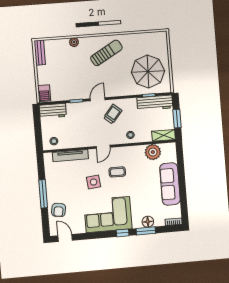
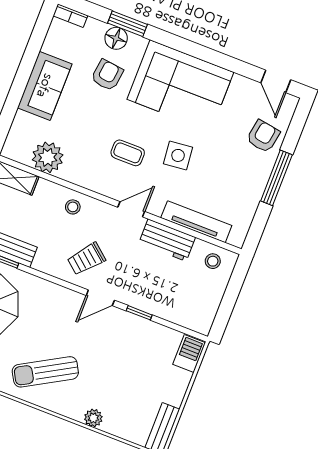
workbench: (53, 111) -> (167, 240), moved, turned 180
sofa: (170, 184) -> (45, 86), width x0.73
armchair: (144, 203) -> (107, 75), added
window: (123, 233) -> (170, 40), removed

